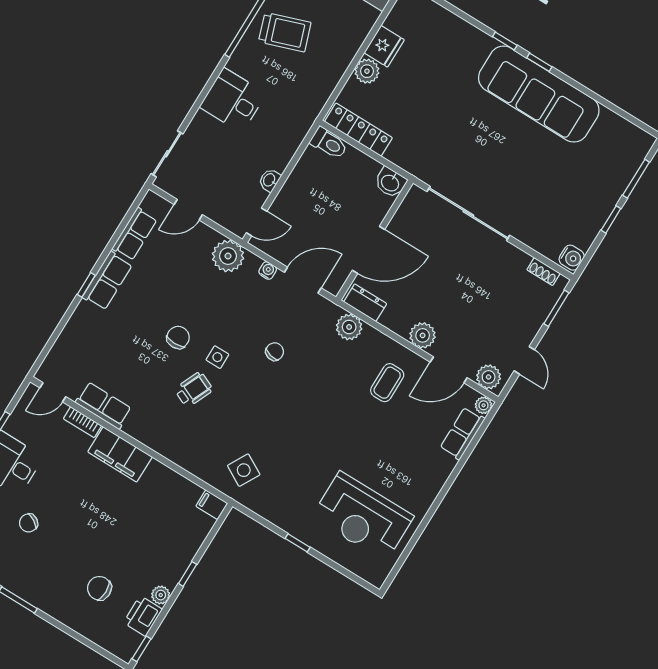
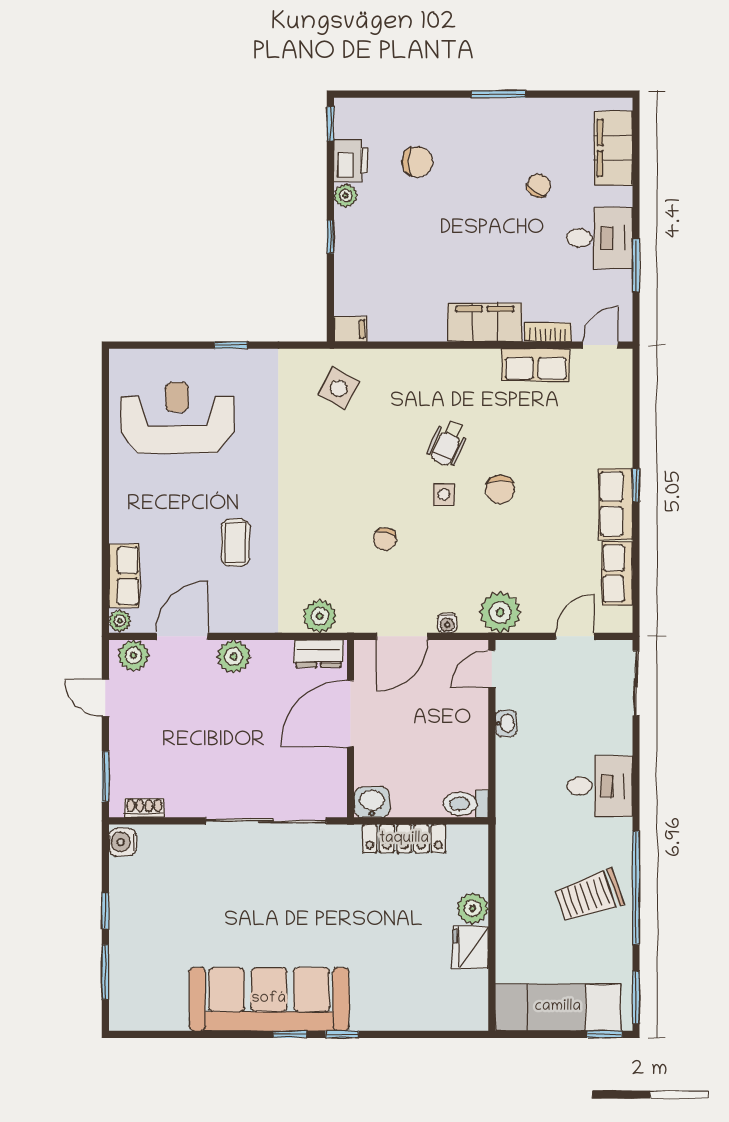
locker: (358, 130) -> (404, 839), moved
coffee table: (387, 383) -> (235, 542), moved

